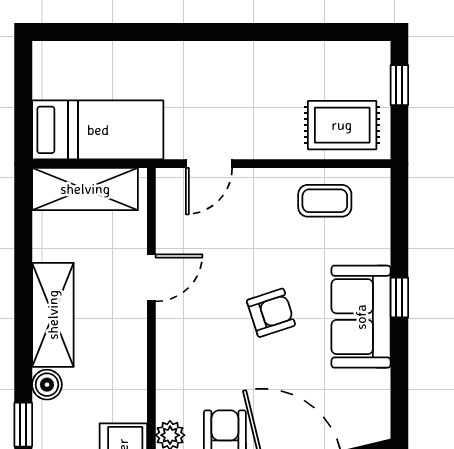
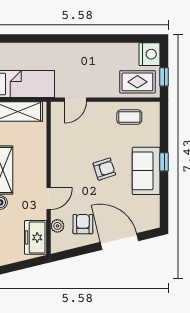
nightstand: (368, 66) -> (150, 54), added
window: (399, 85) -> (164, 77), moved
door: (151, 278) -> (49, 199), moved

